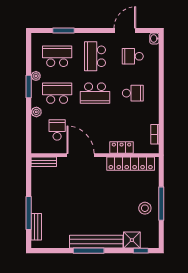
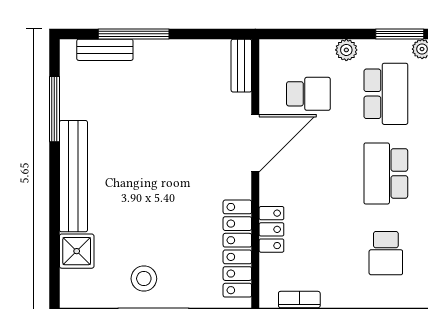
window: (89, 251) -> (54, 109), moved
window: (141, 251) -> (54, 270), removed

